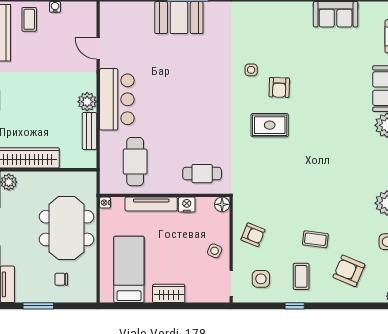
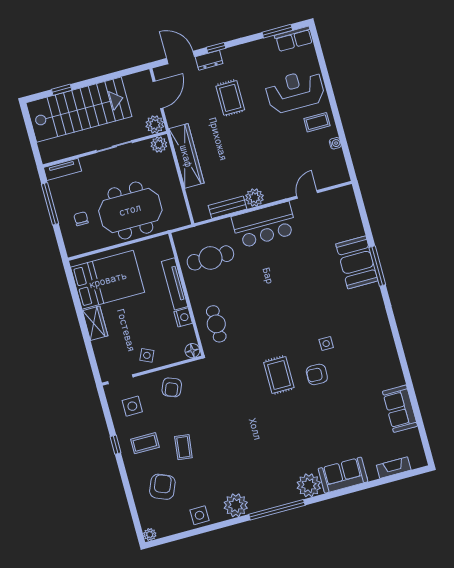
nightstand: (105, 203) -> (164, 240), removed
bed: (129, 269) -> (108, 280), width x1.50
window: (38, 306) -> (50, 204), width x1.44

